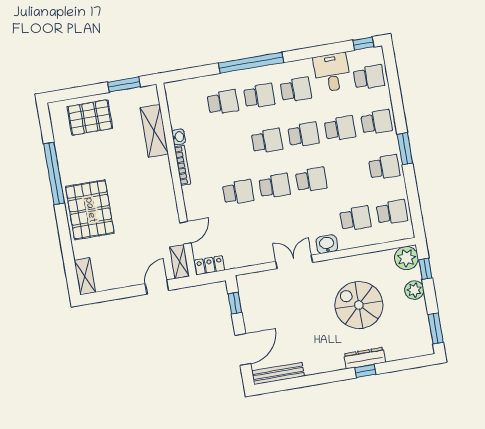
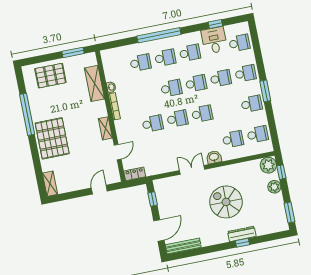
window: (363, 44) -> (215, 24), moved
shelving: (179, 262) -> (105, 128), moved
spiral stairs: (359, 305) -> (226, 202), moved

